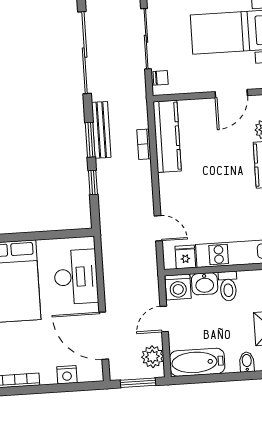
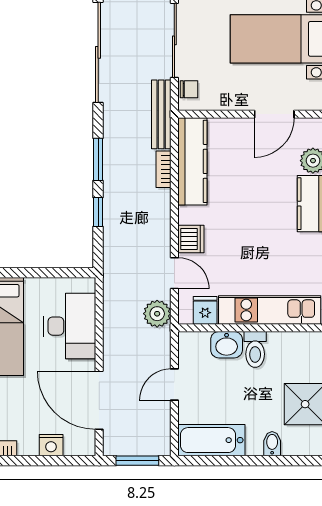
bench: (101, 130) -> (161, 114), moved
dishwasher: (170, 200) -> (191, 239), added
washing machine: (178, 287) -> (194, 347), removed
plant: (153, 357) -> (157, 314), moved

